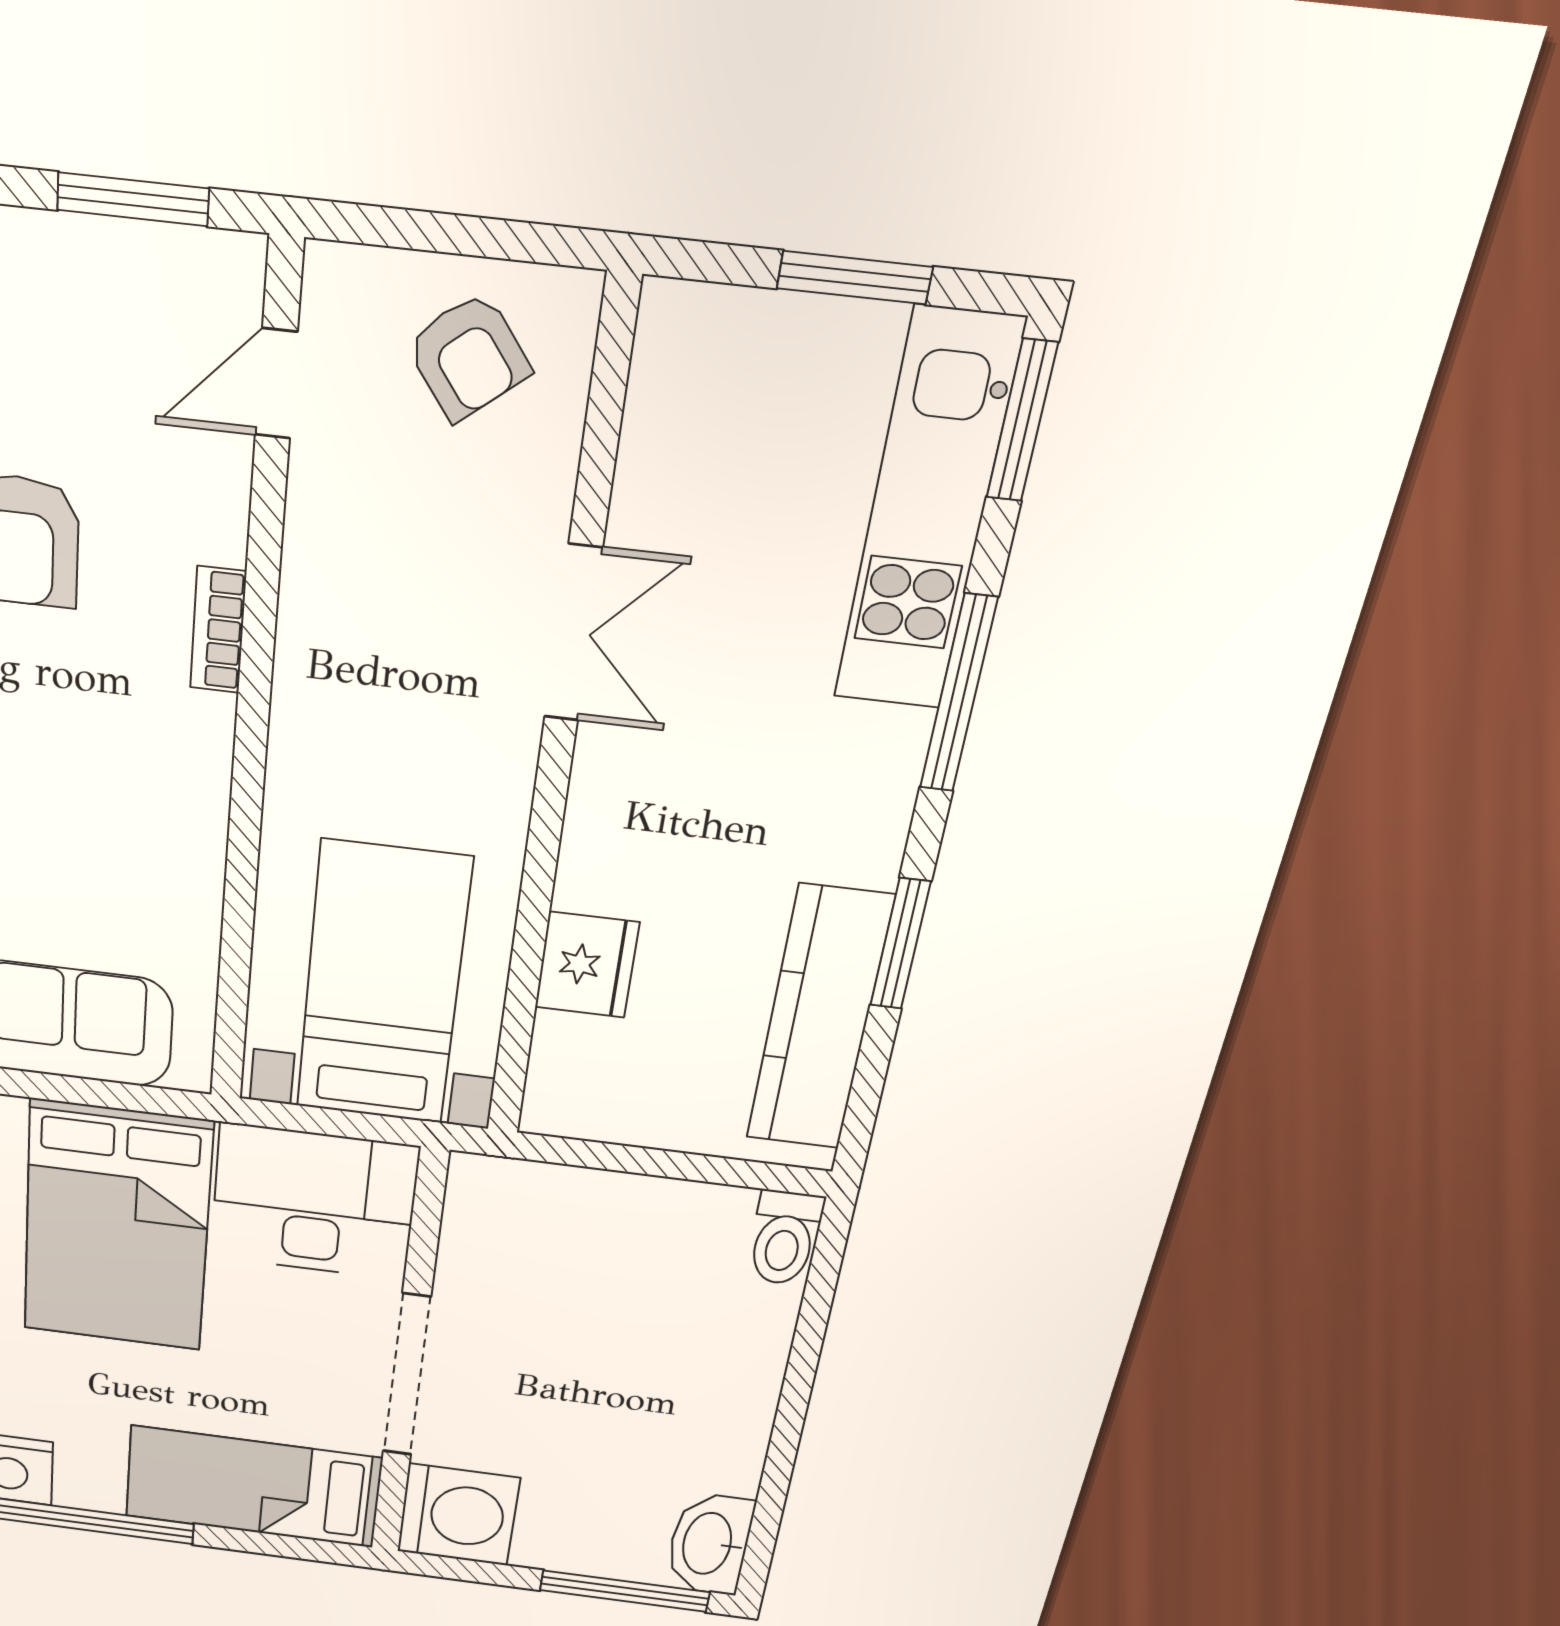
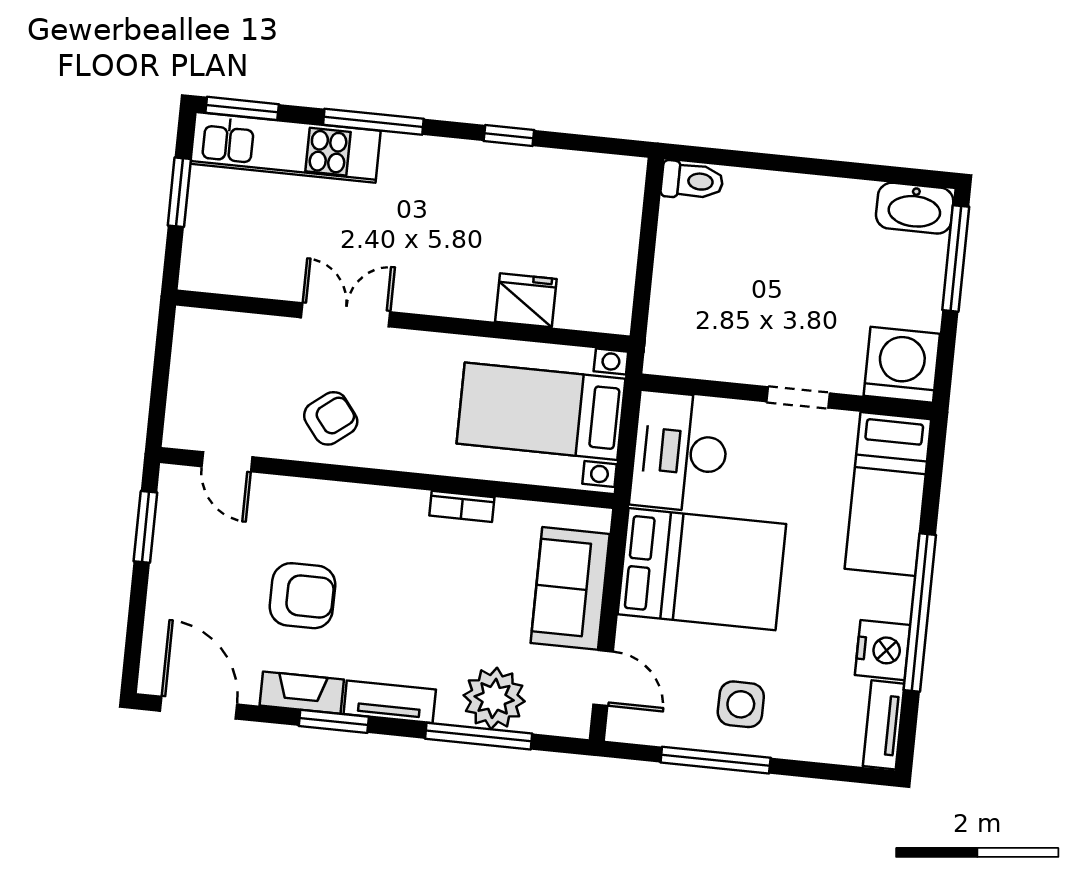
armchair: (468, 357) -> (331, 418), moved
bookcase: (218, 630) -> (462, 506), moved
window: (900, 944) -> (509, 136), width x0.67
kitchen counter: (819, 1019) -> (554, 174), removed
doorway: (407, 1375) -> (798, 397), width x0.53

